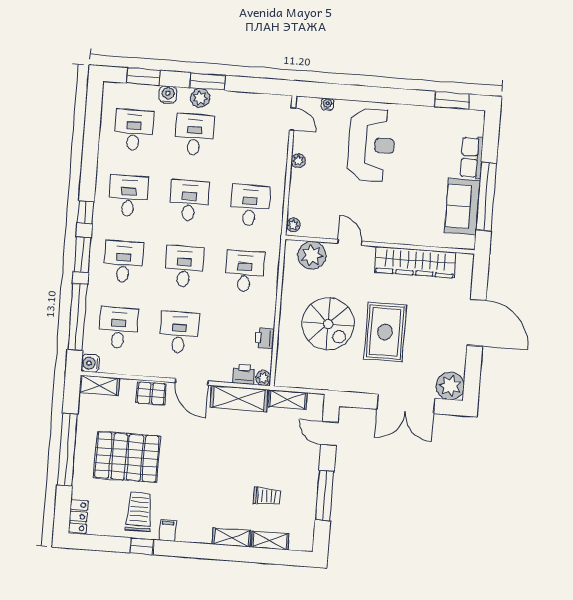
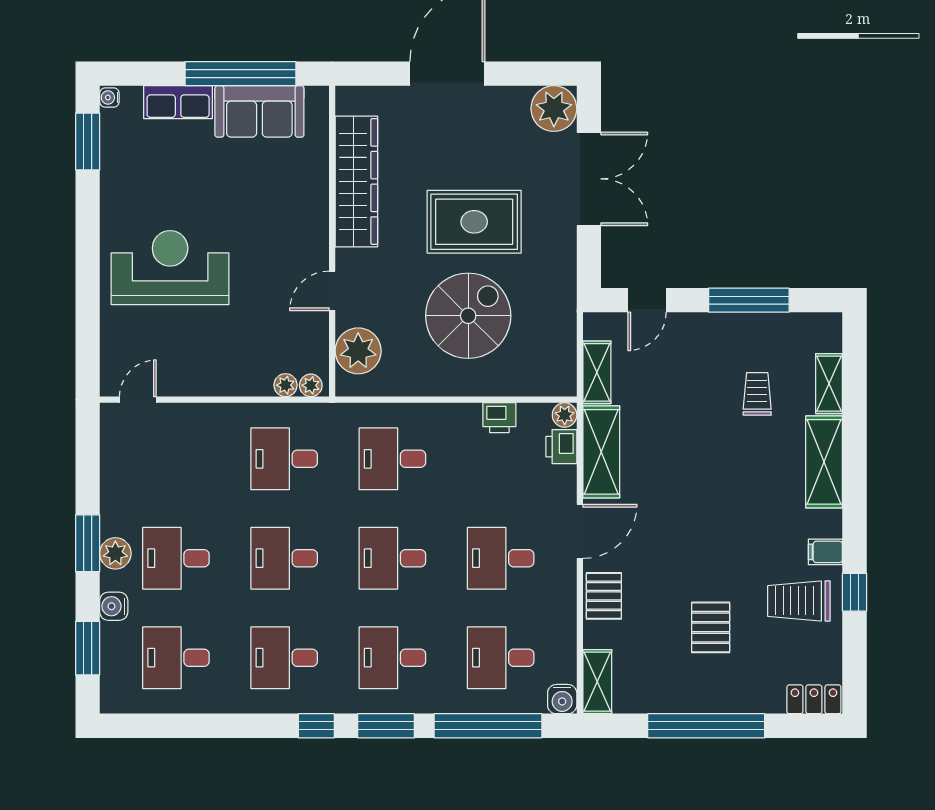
water cooler: (327, 104) -> (109, 98), moved
plant: (298, 161) -> (286, 385), moved
pallet: (127, 457) -> (711, 627), width x0.49, depth x0.50
shelving: (232, 537) -> (824, 462), width x1.50, depth x1.33

